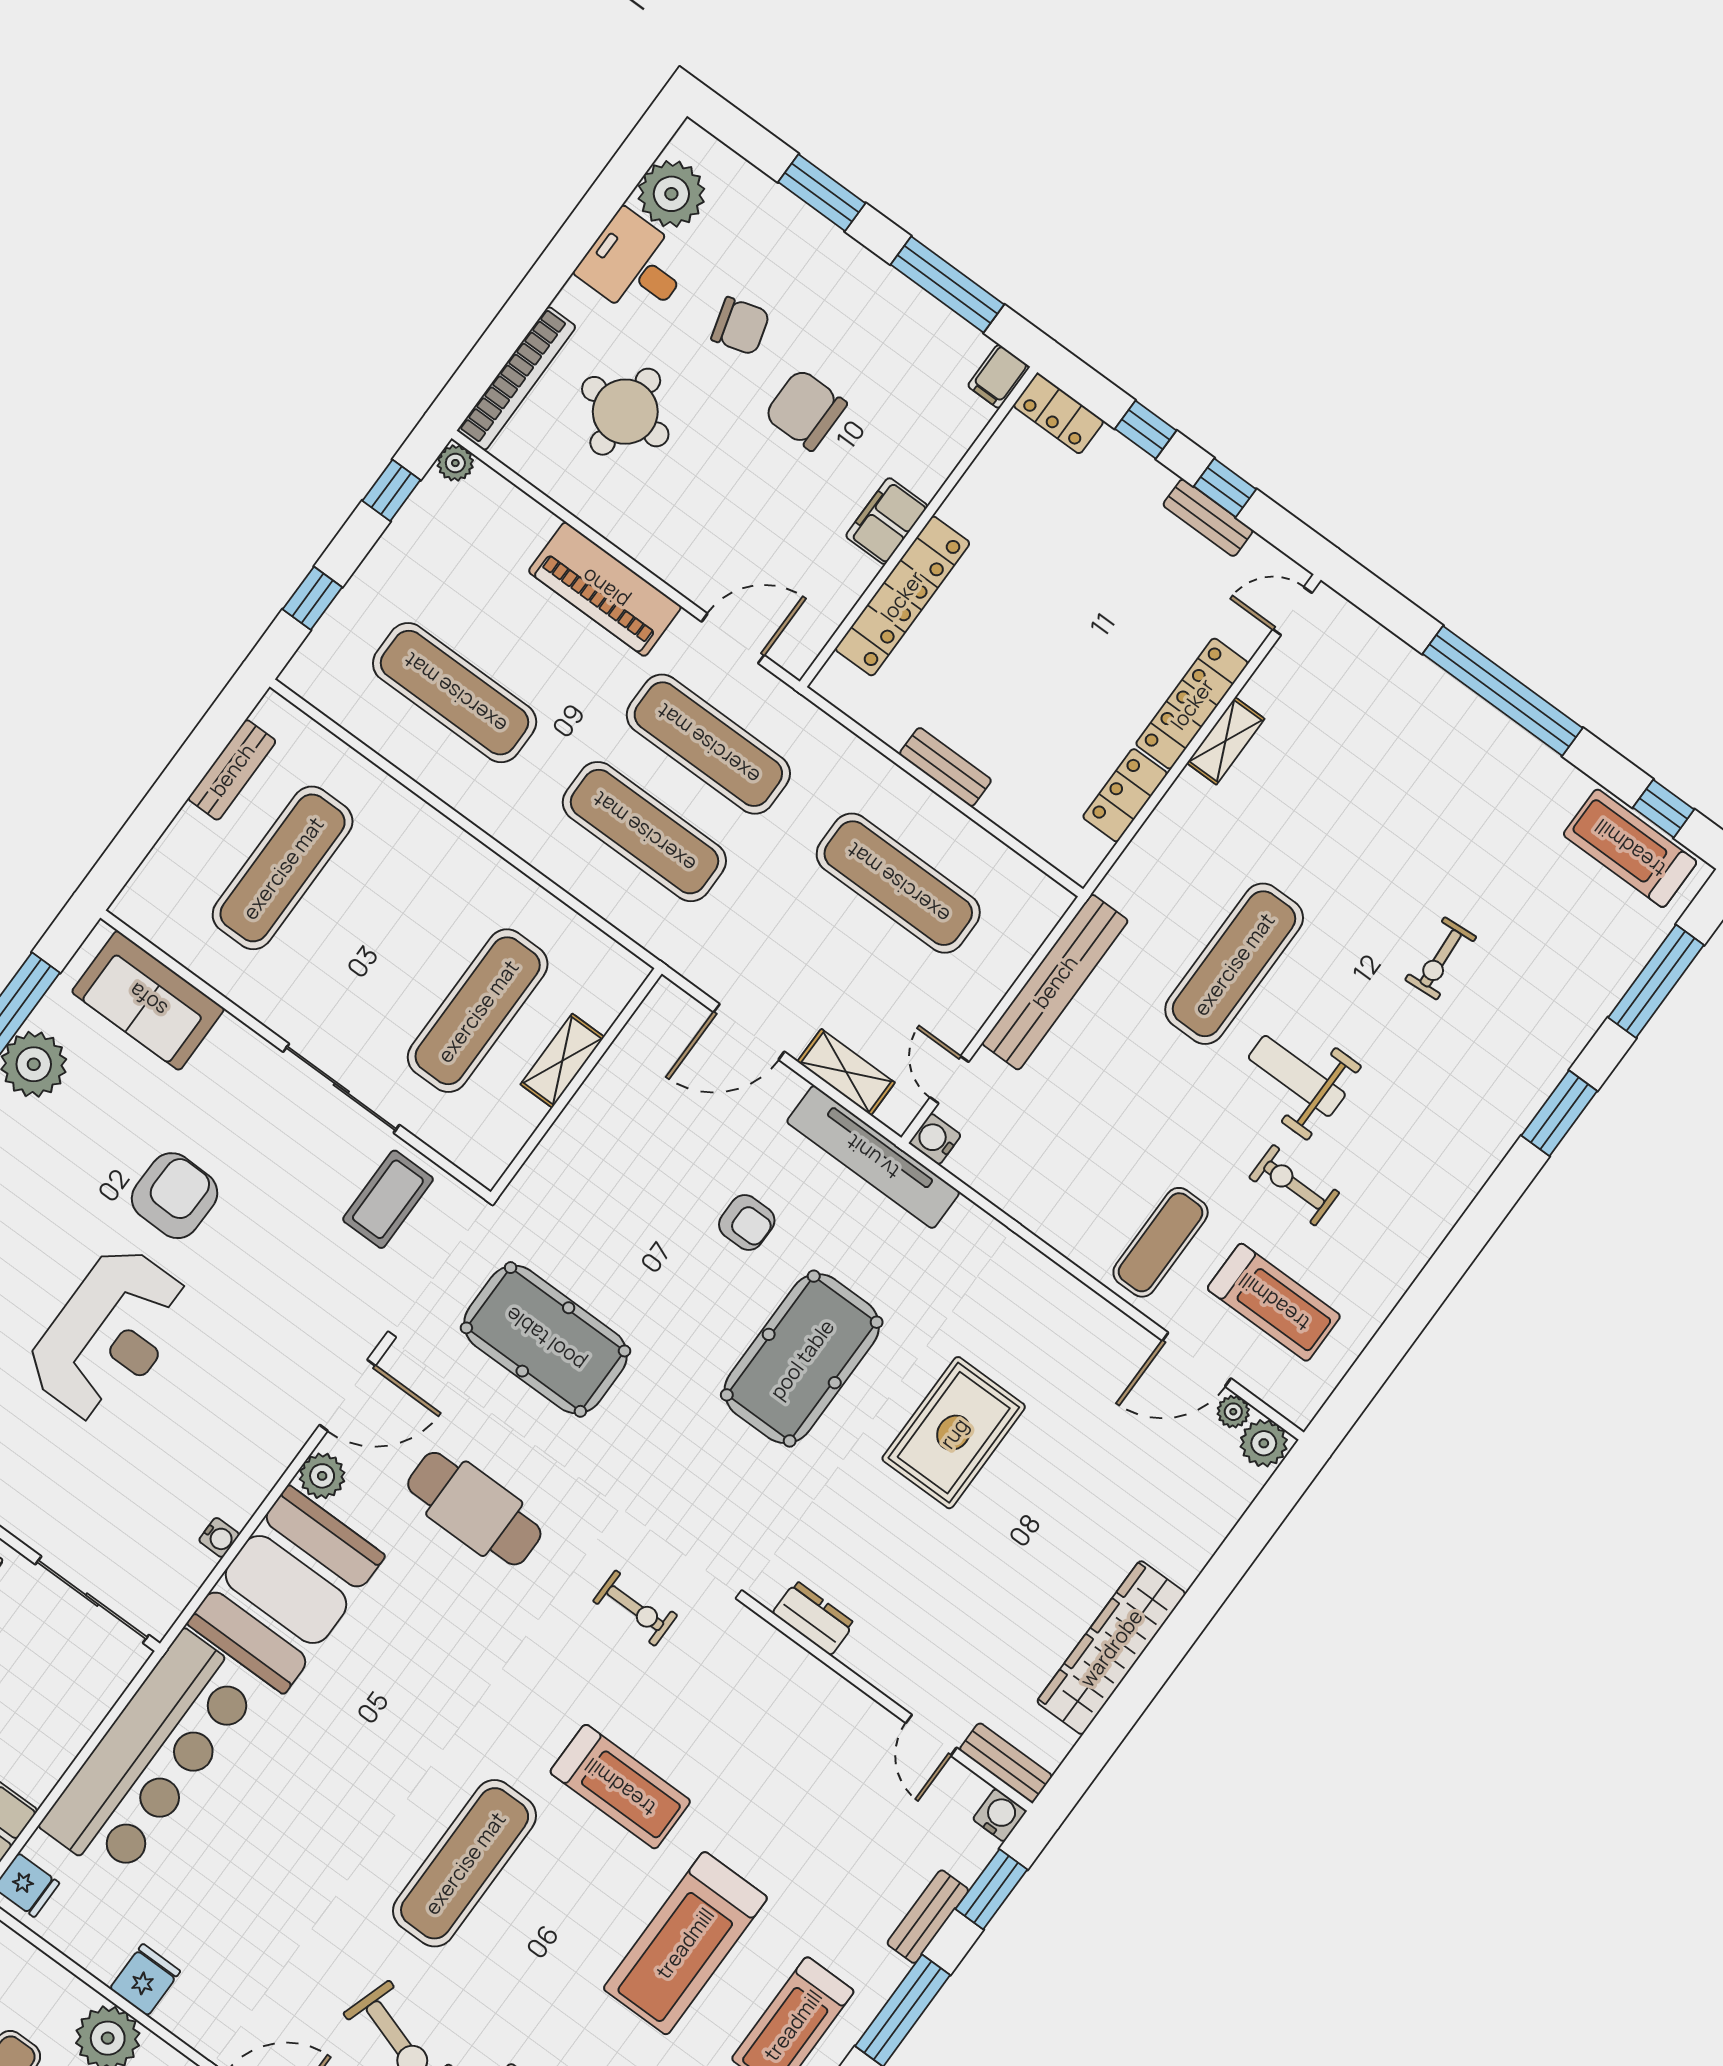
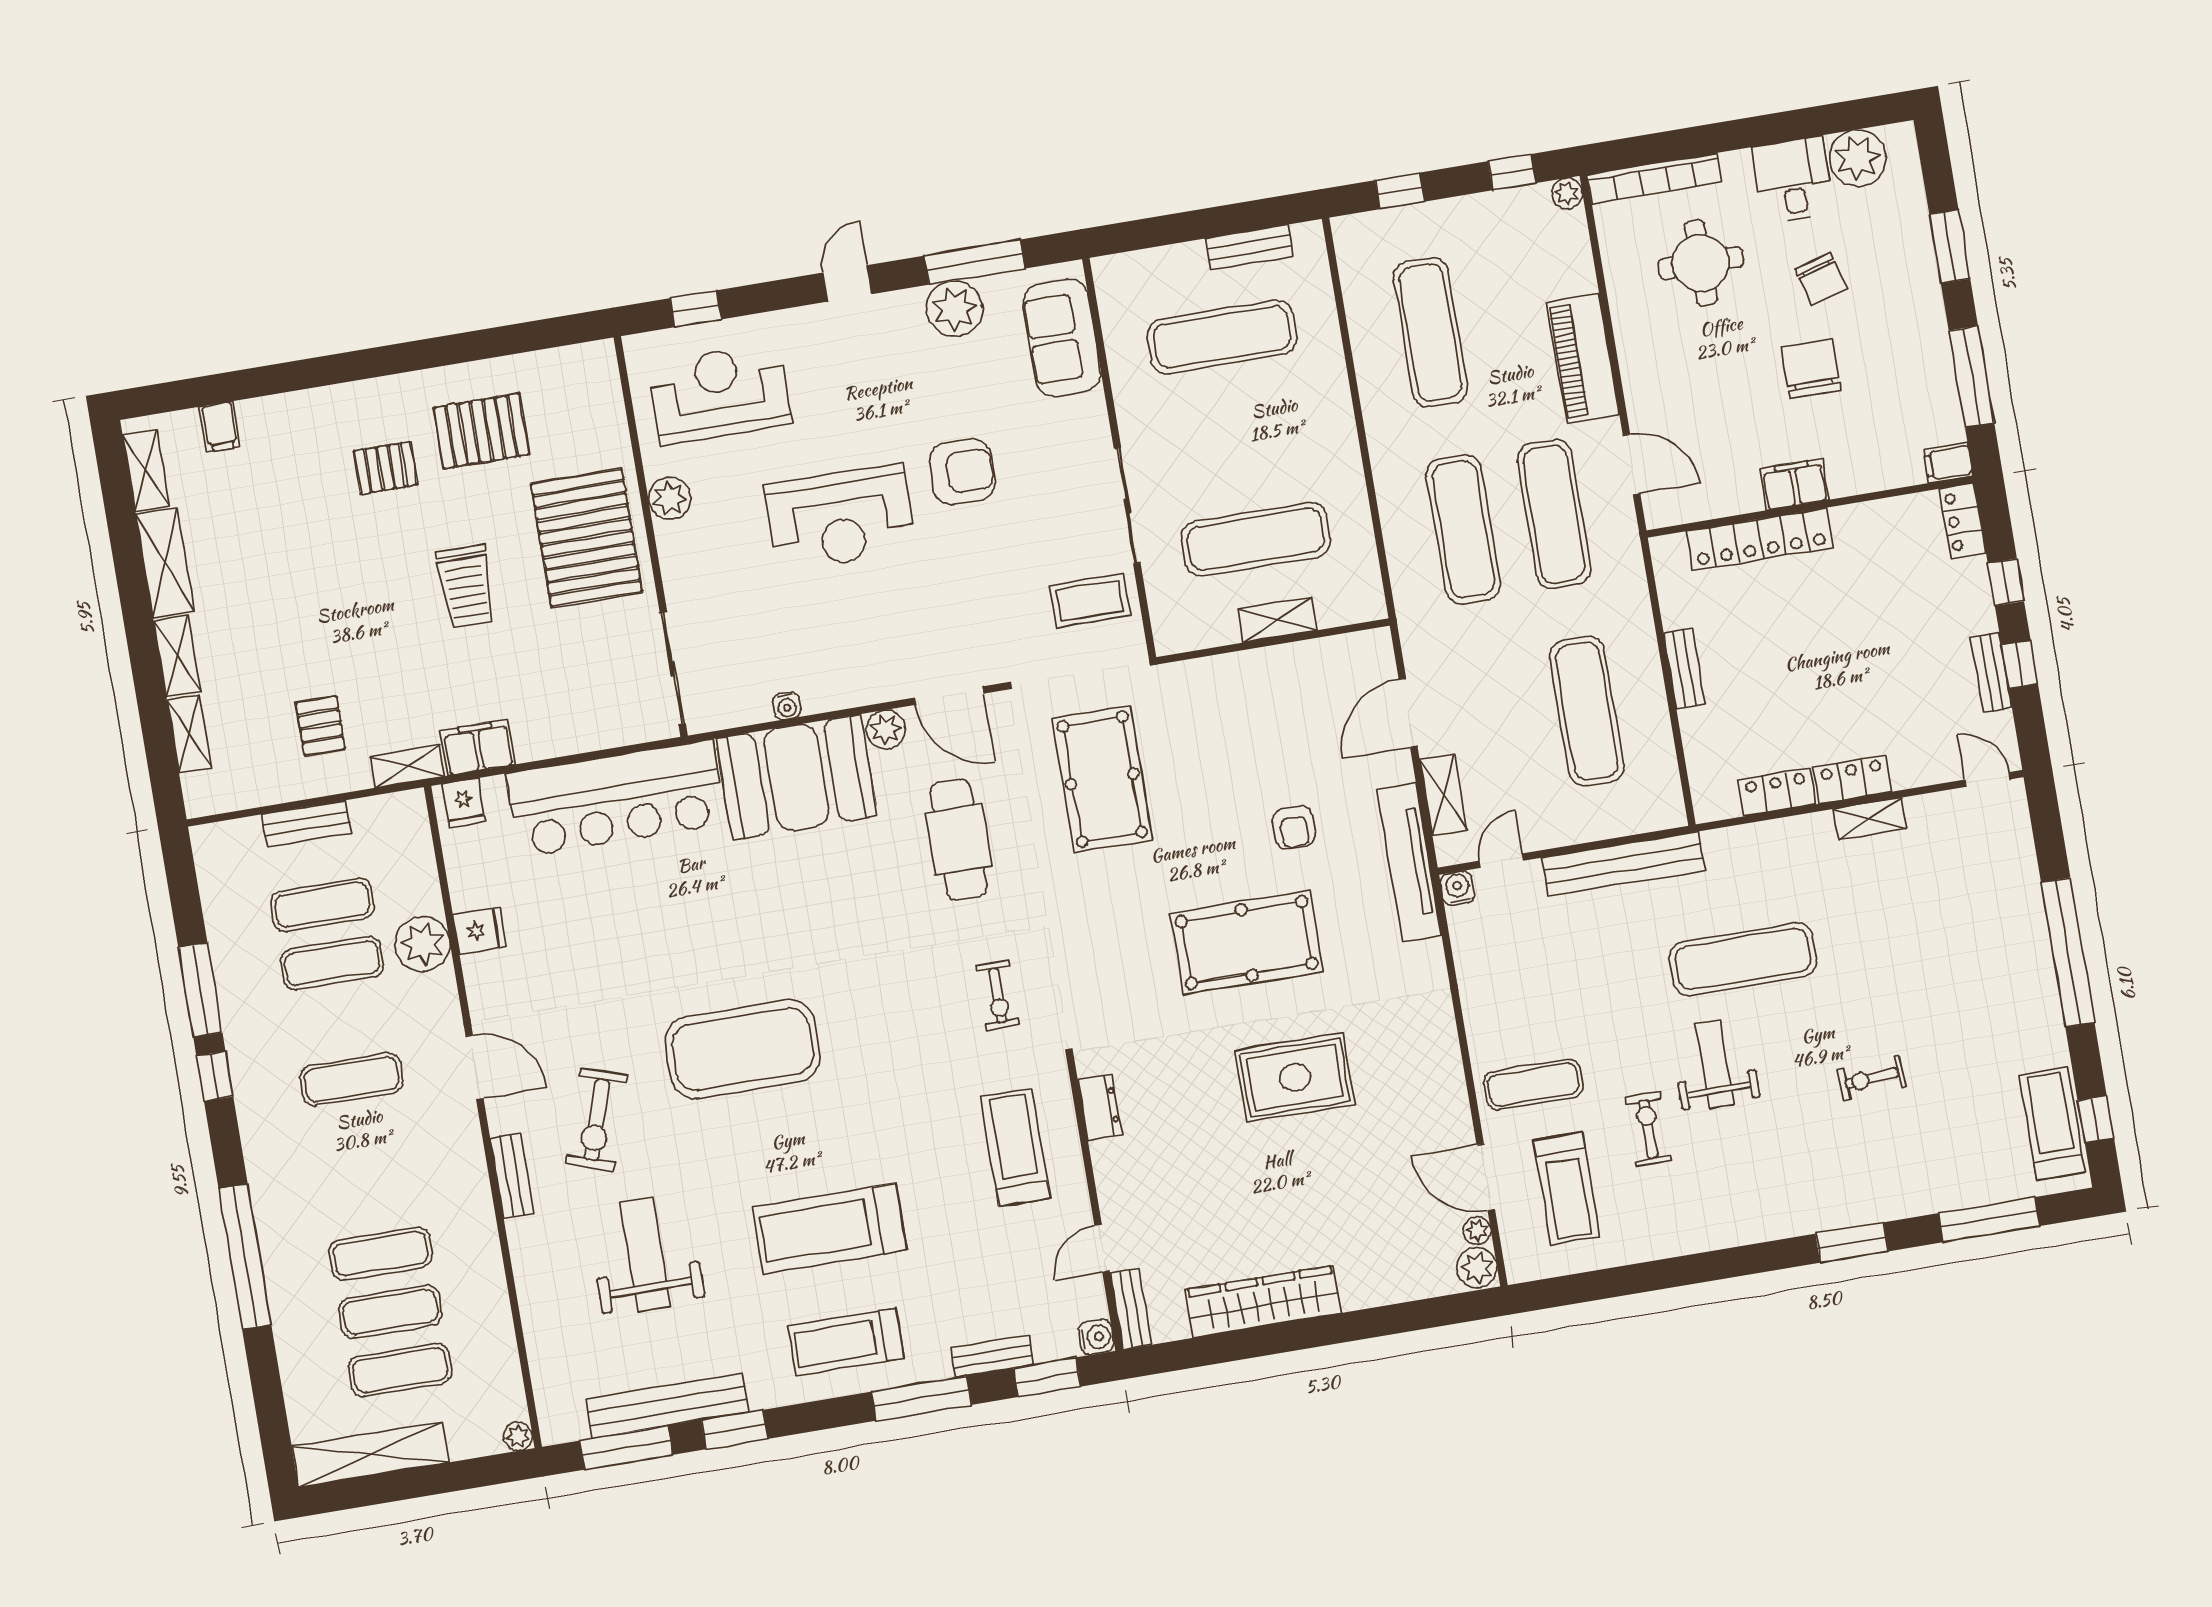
locker: (1192, 704) -> (1852, 779), width x0.66
door: (749, 1032) -> (1408, 713), hinge flipped
treadmill: (620, 1787) -> (1015, 1147), moved, turned 180
exercise mat: (465, 1863) -> (743, 1049), width x1.47

